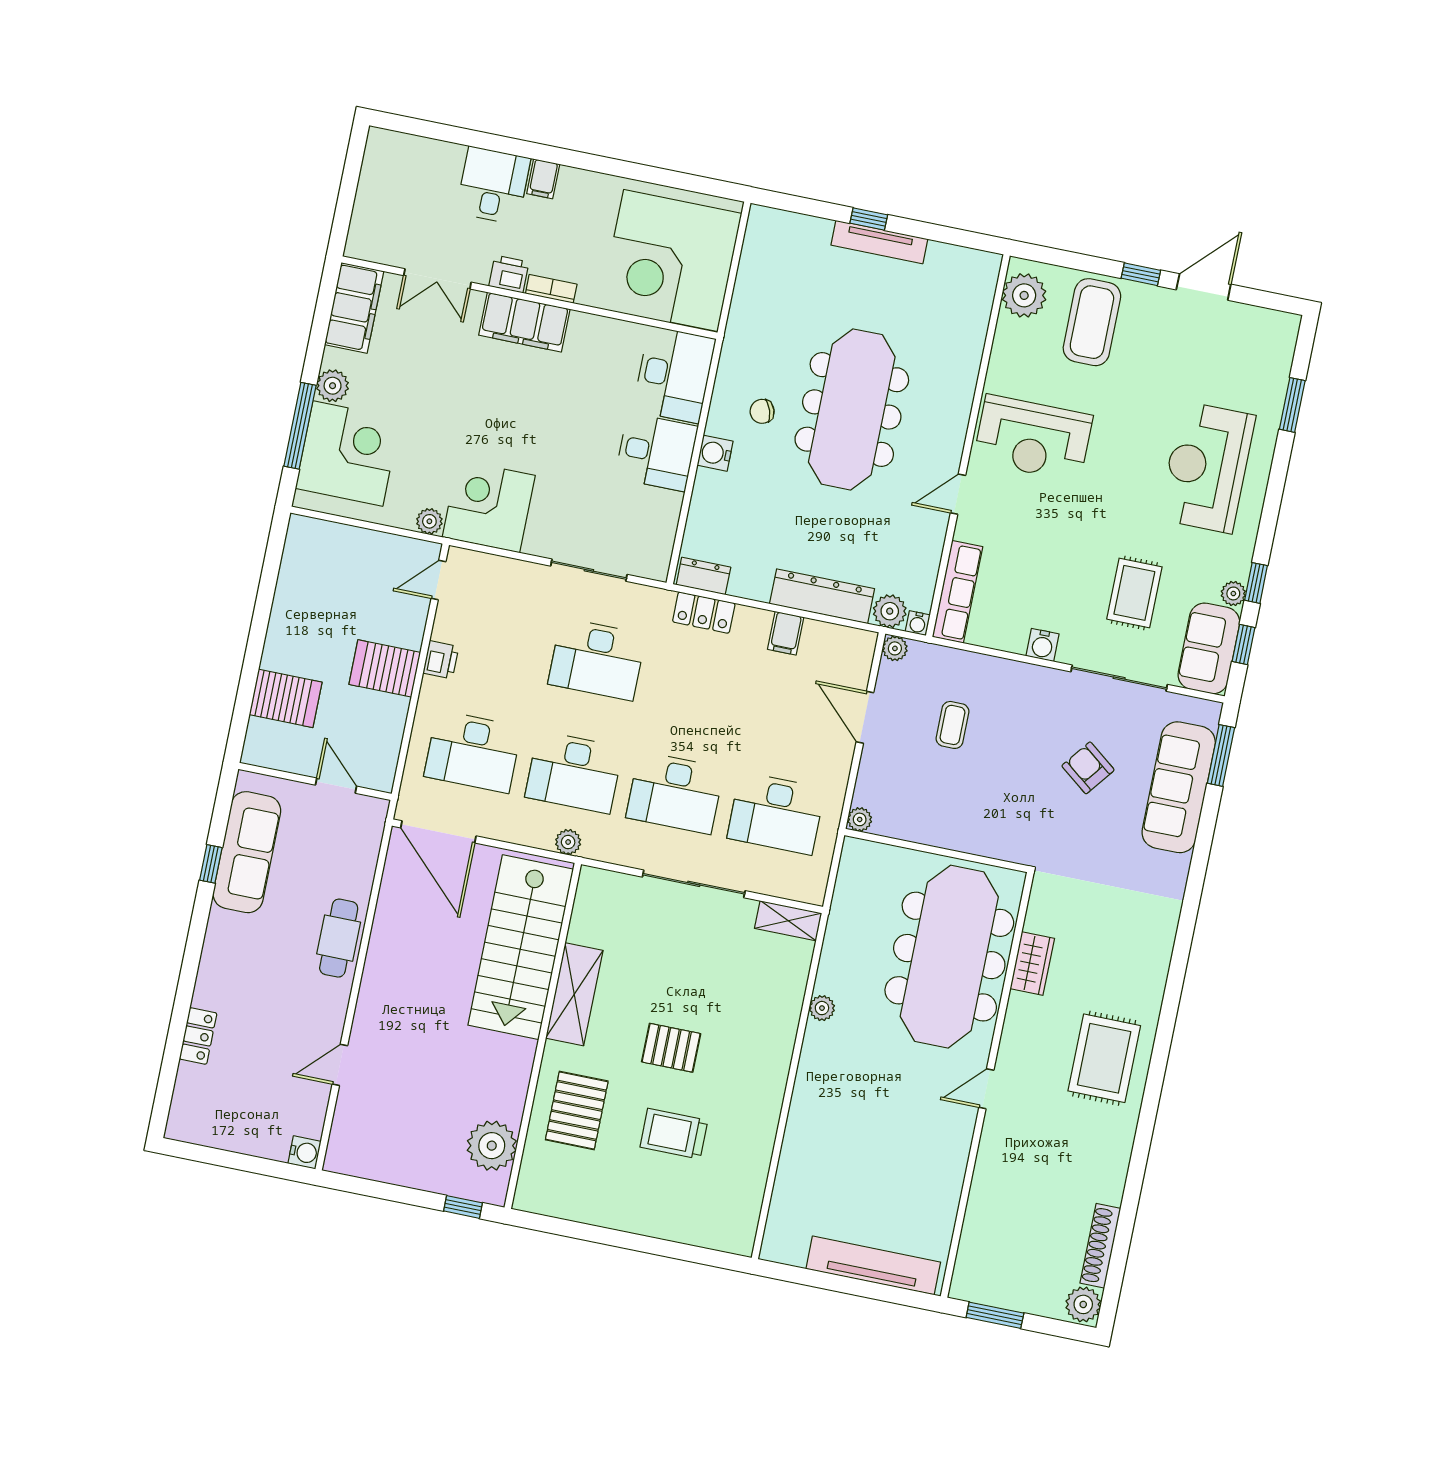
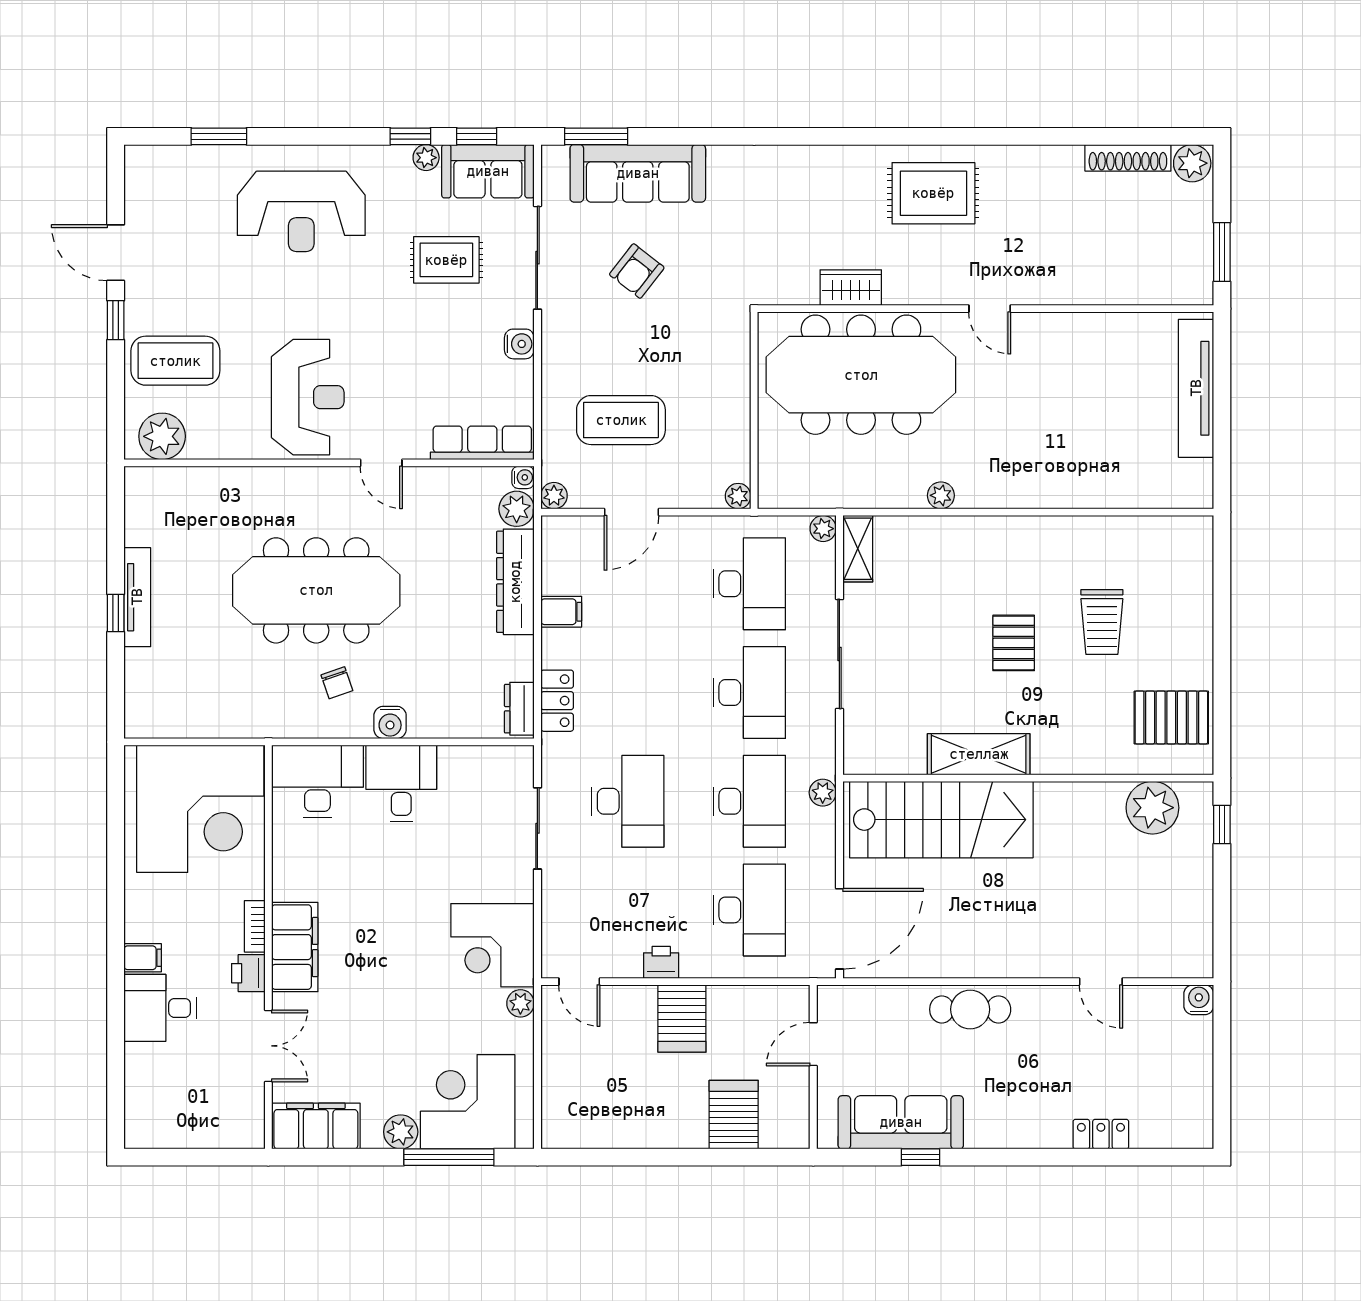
coffee table: (952, 725) -> (621, 420), width x1.86, depth x1.72
plant: (813, 892) -> (823, 529), added
pallet: (577, 1110) -> (1171, 717), moved

